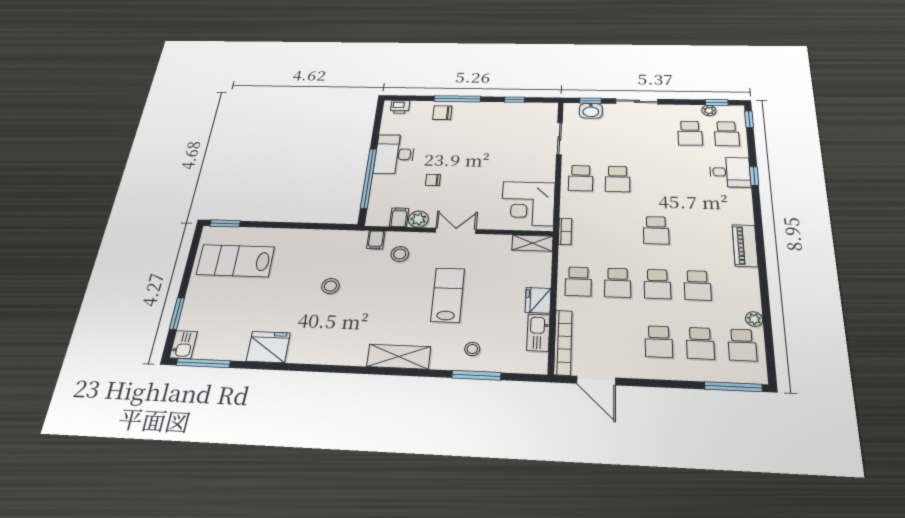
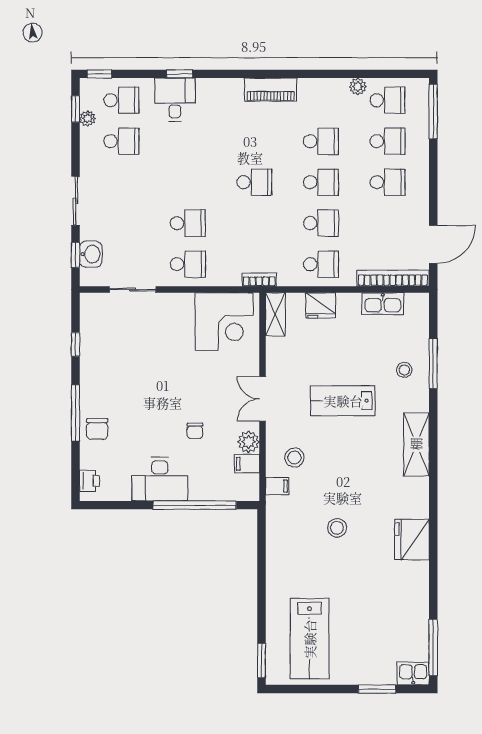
fridge: (538, 300) -> (321, 305), moved
fridge: (268, 347) -> (412, 540), moved

